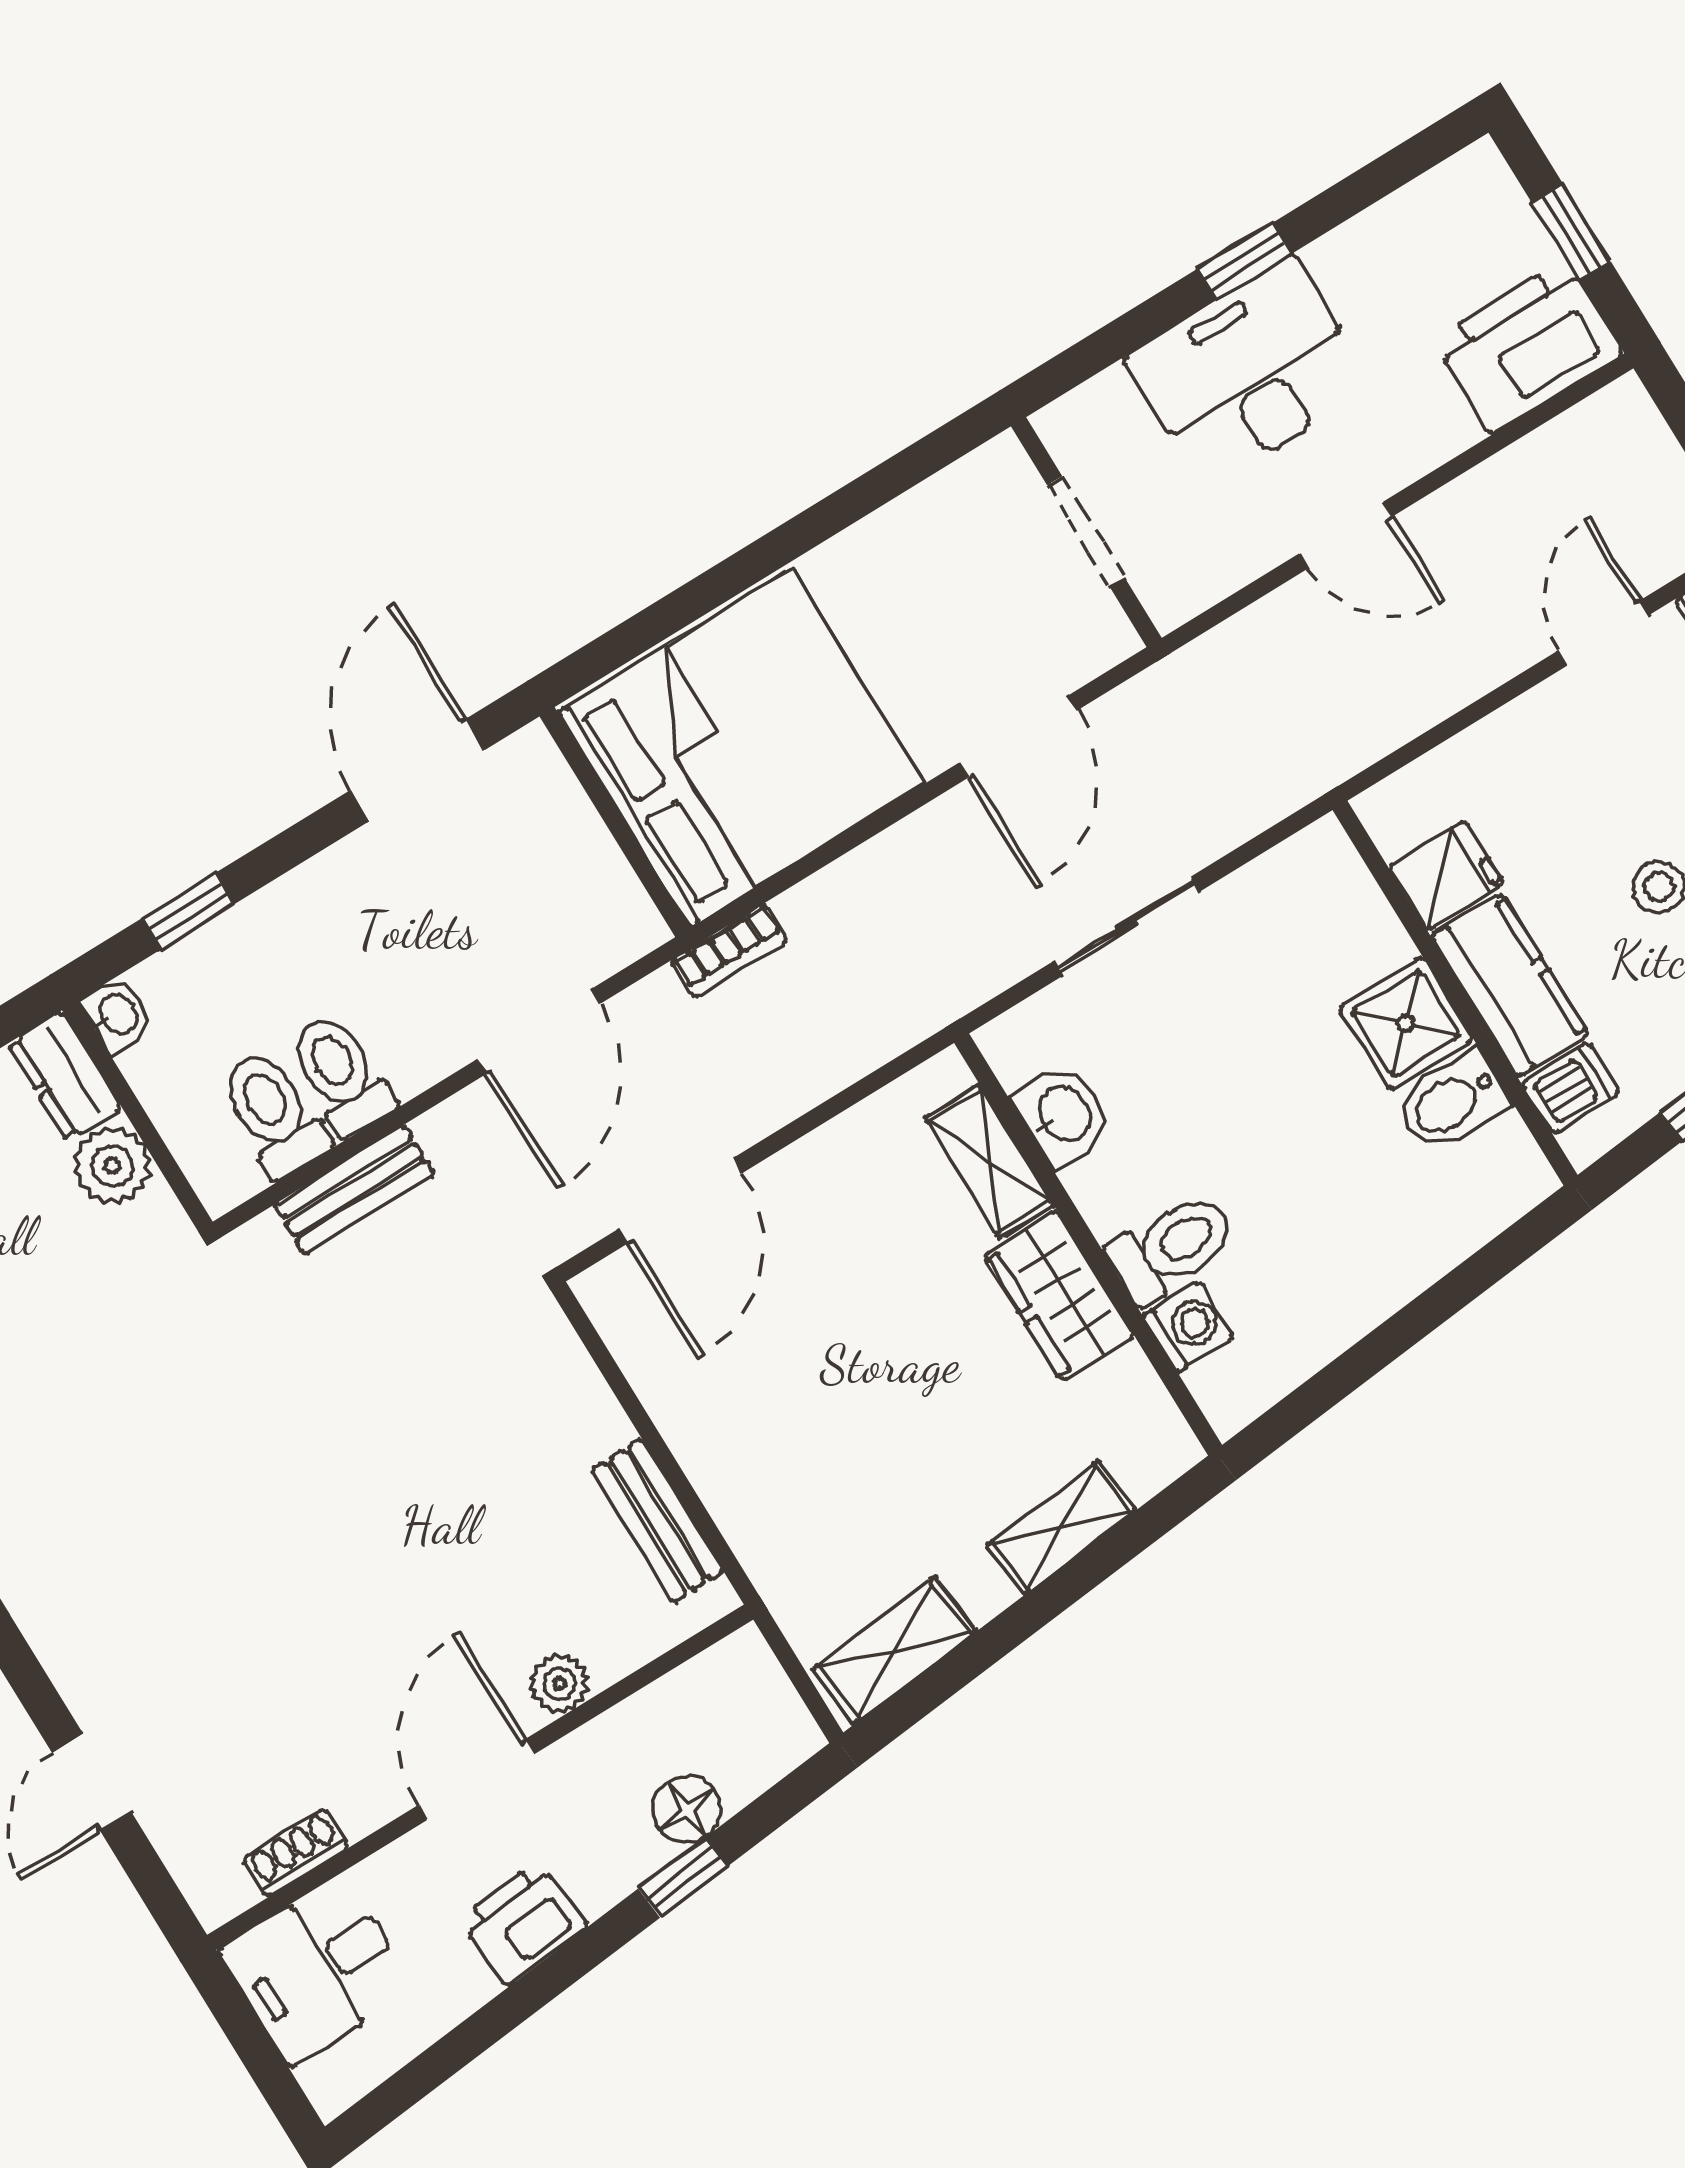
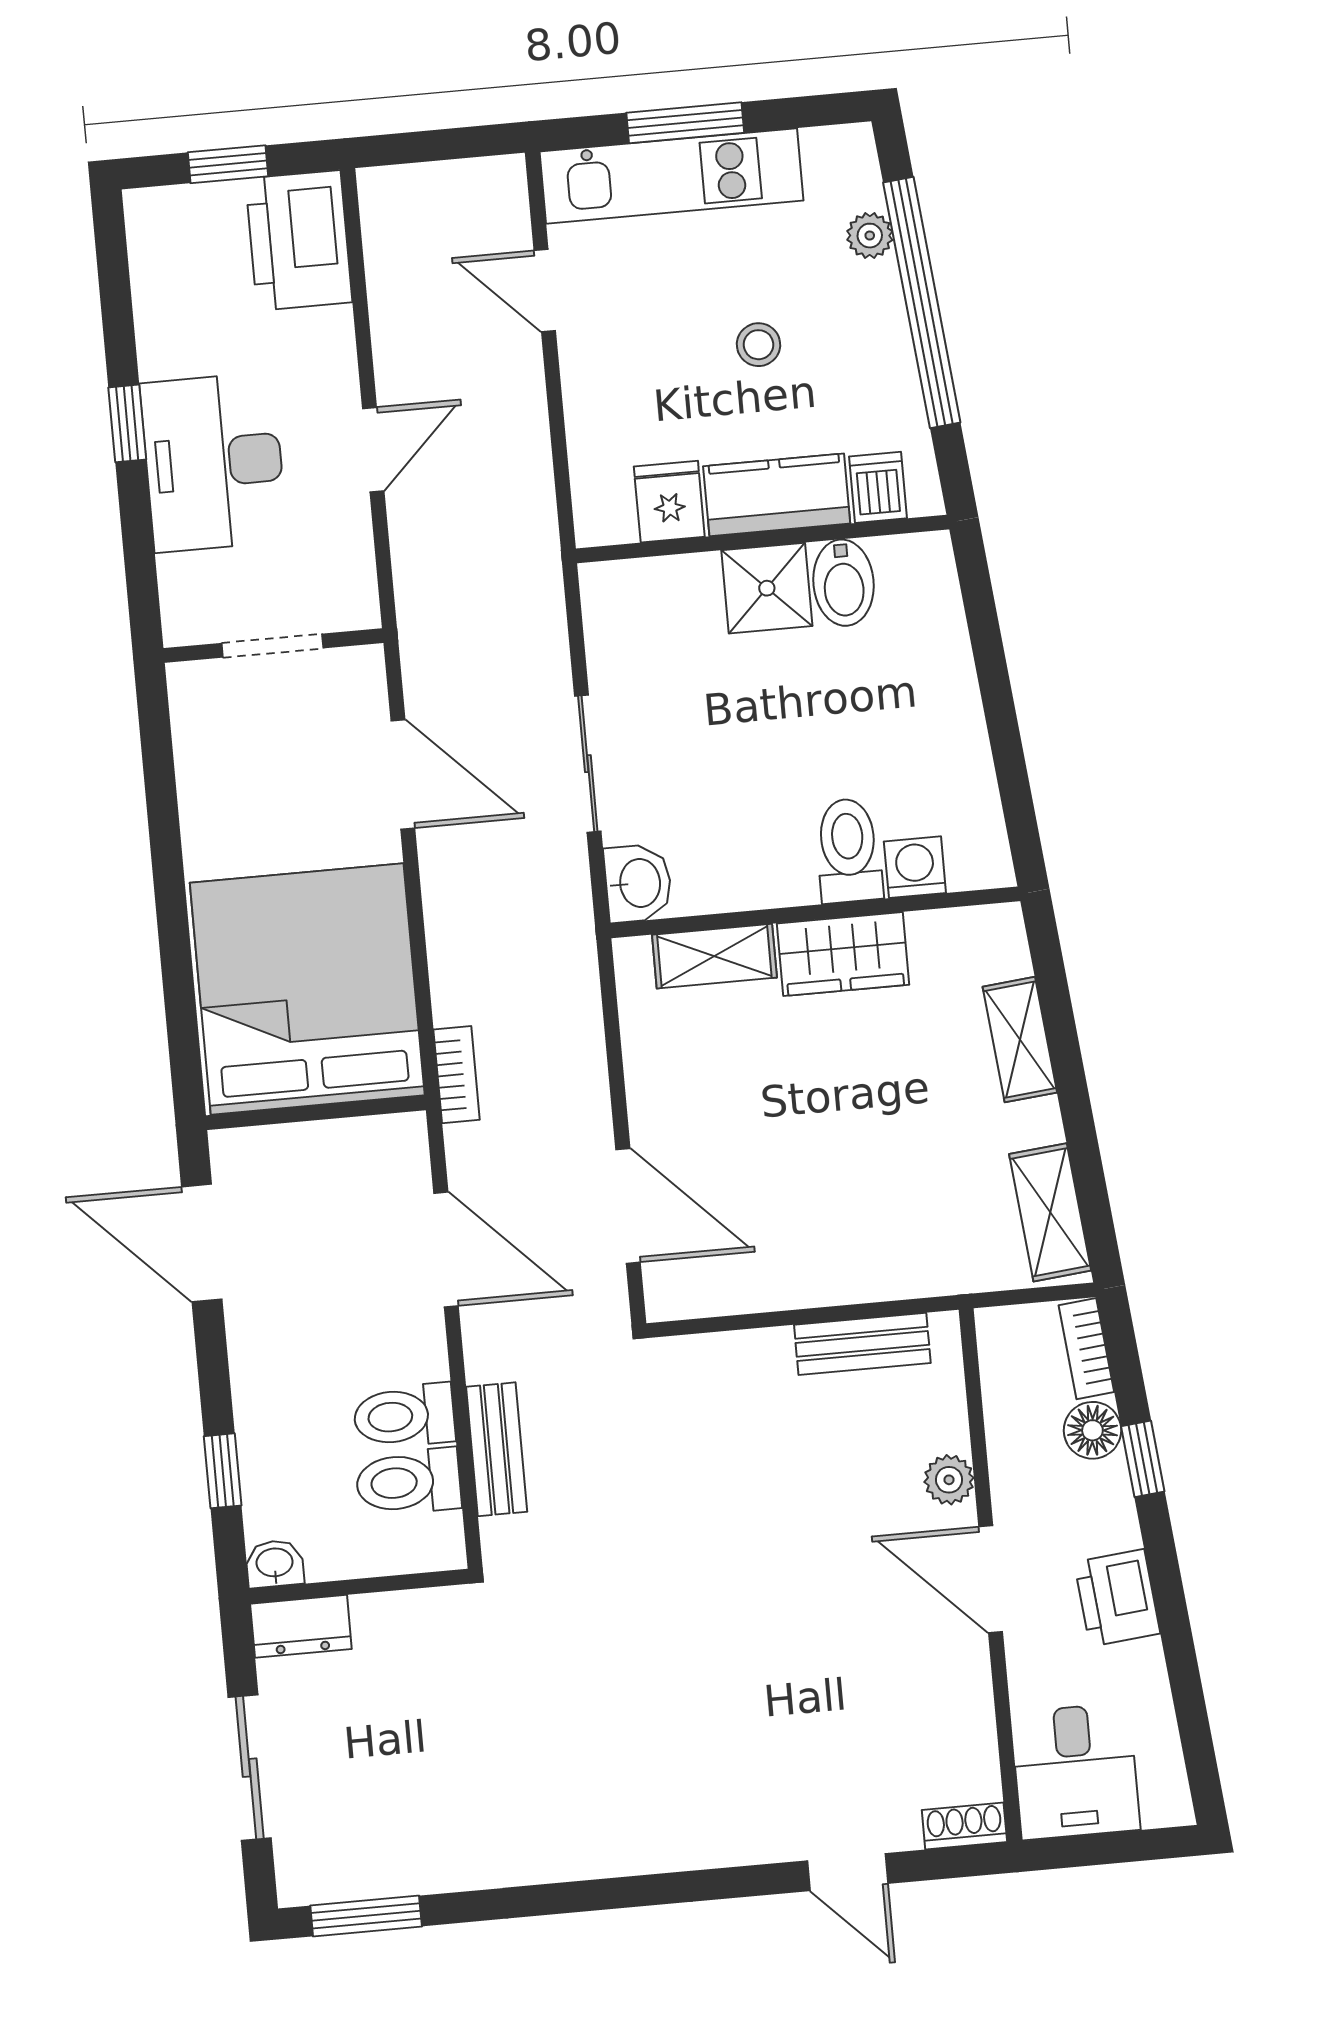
washbasin: (1063, 1115) -> (638, 883), moved, turned 90
plant: (112, 1166) -> (387, 1624), removed
bookcase: (770, 1760) -> (1086, 1349), added
shoe rack: (296, 1853) -> (964, 1826), moved, turned 90

